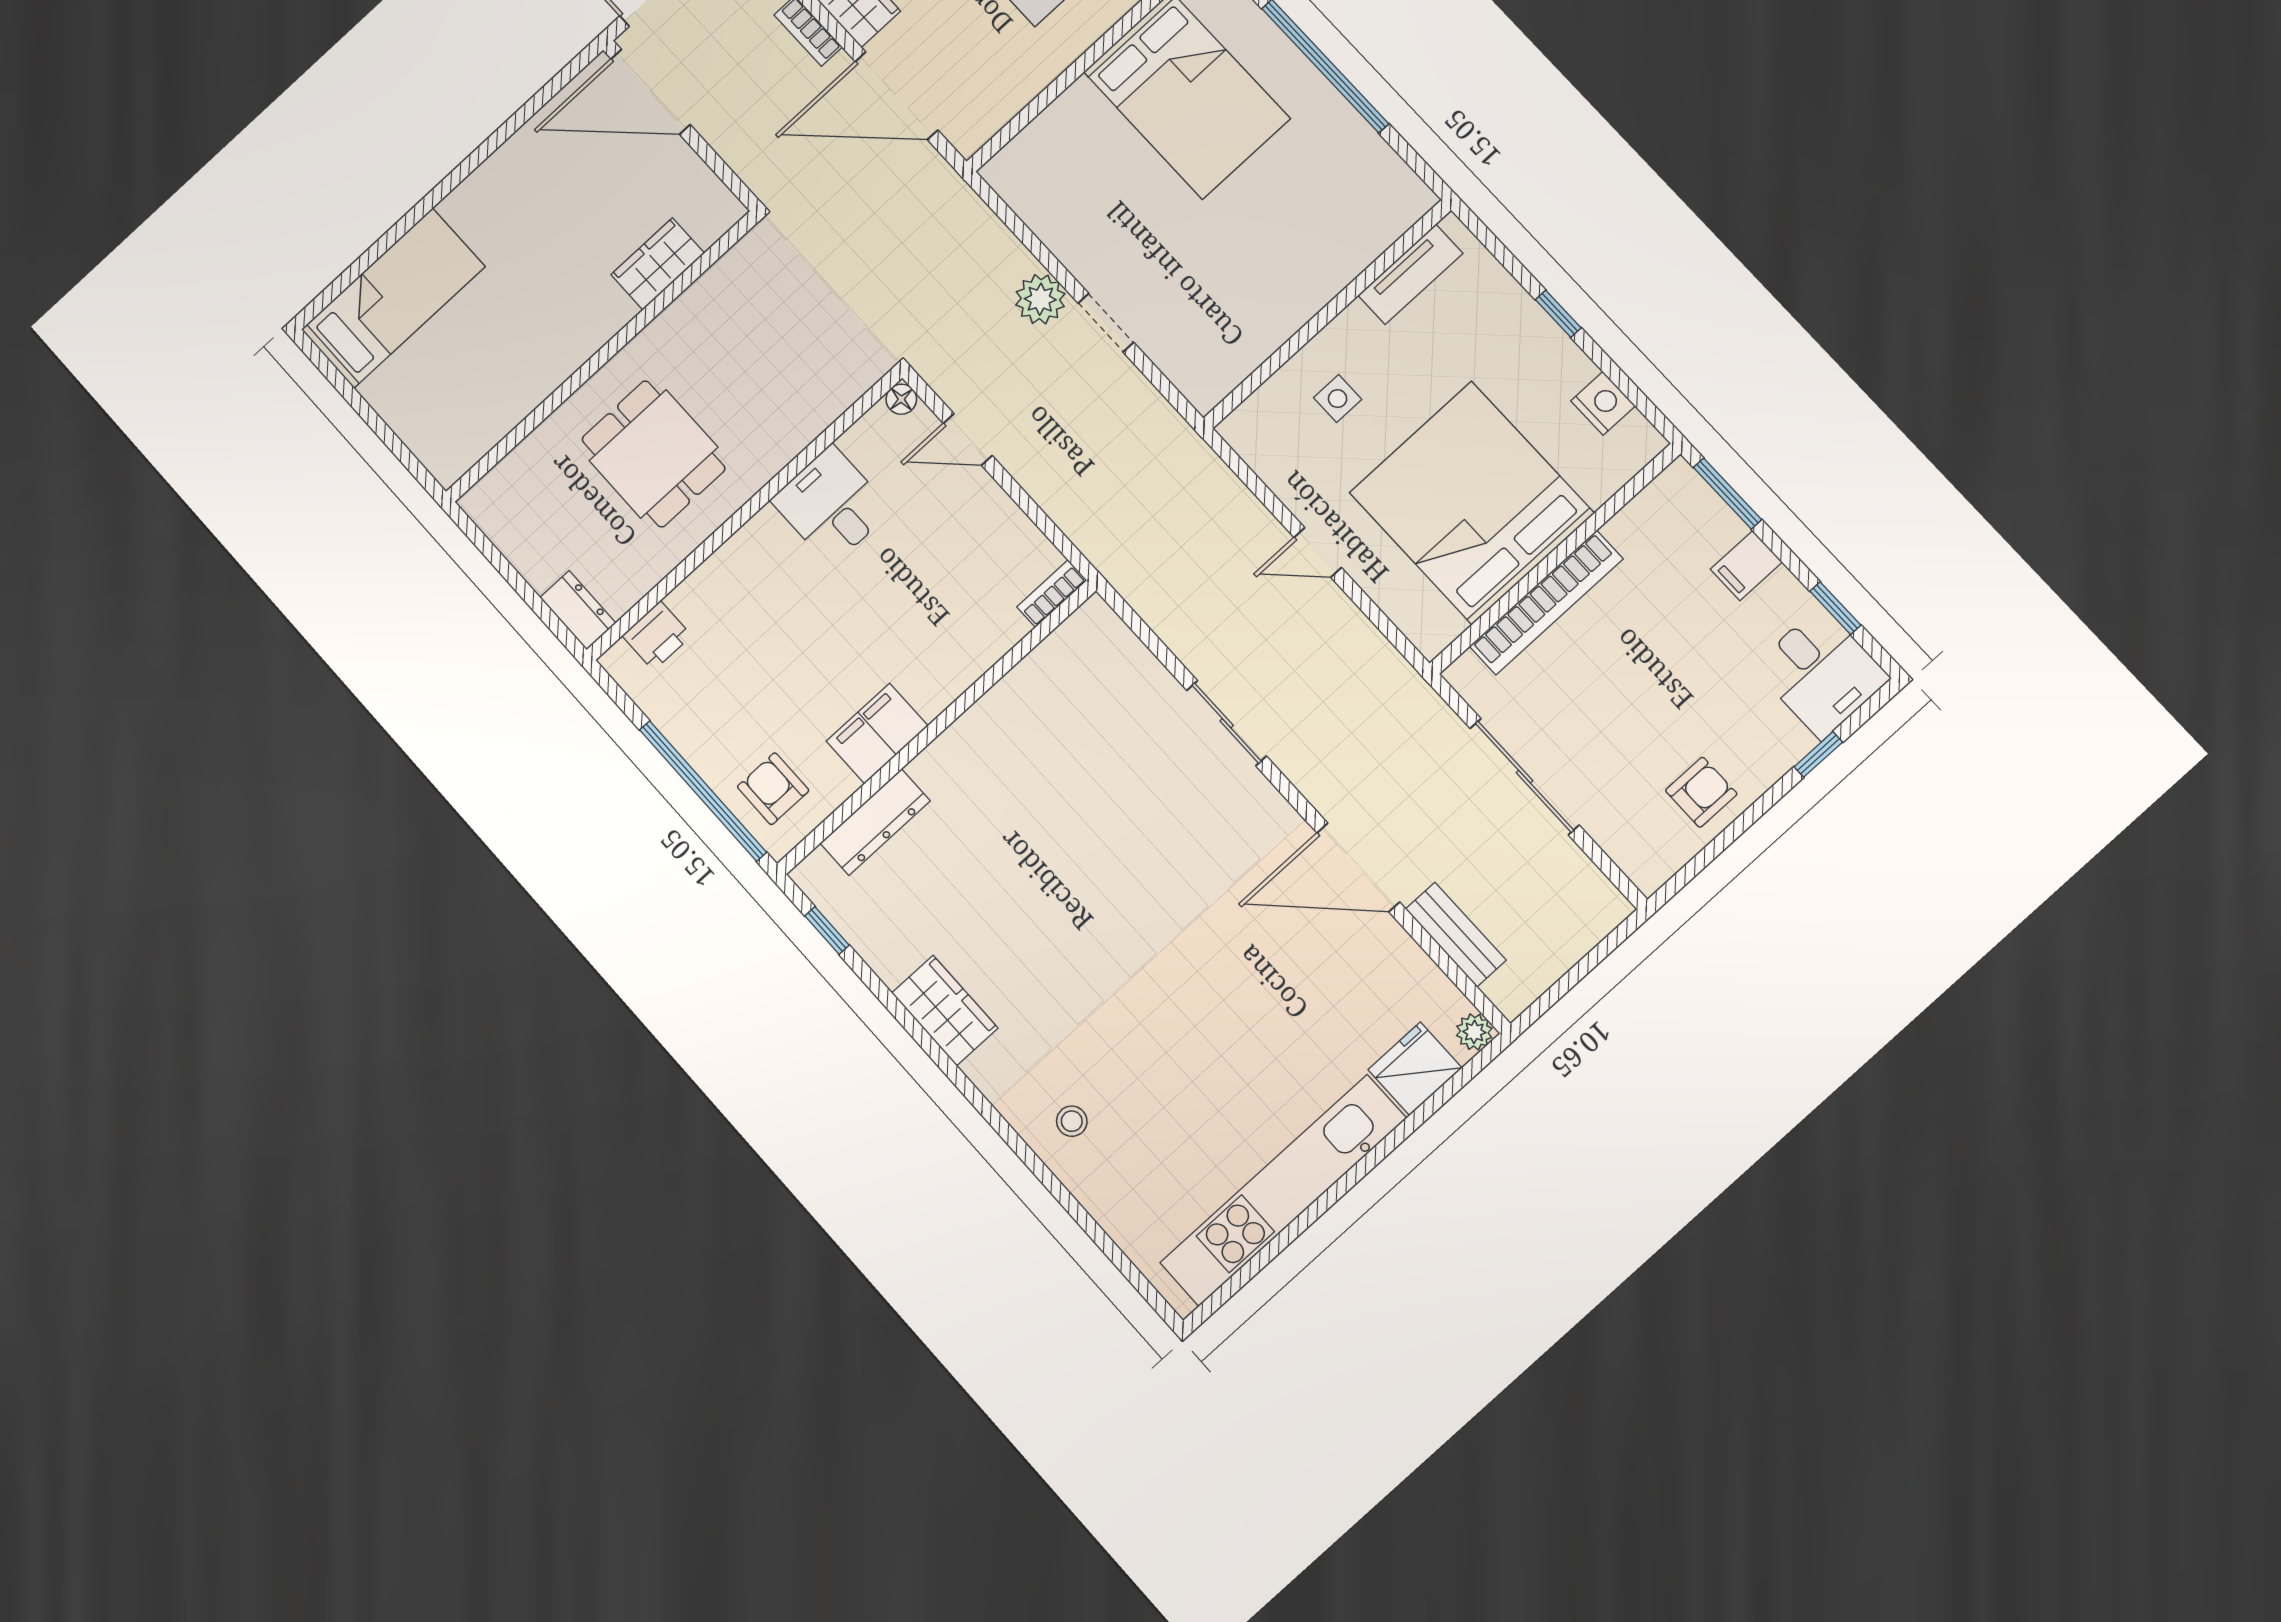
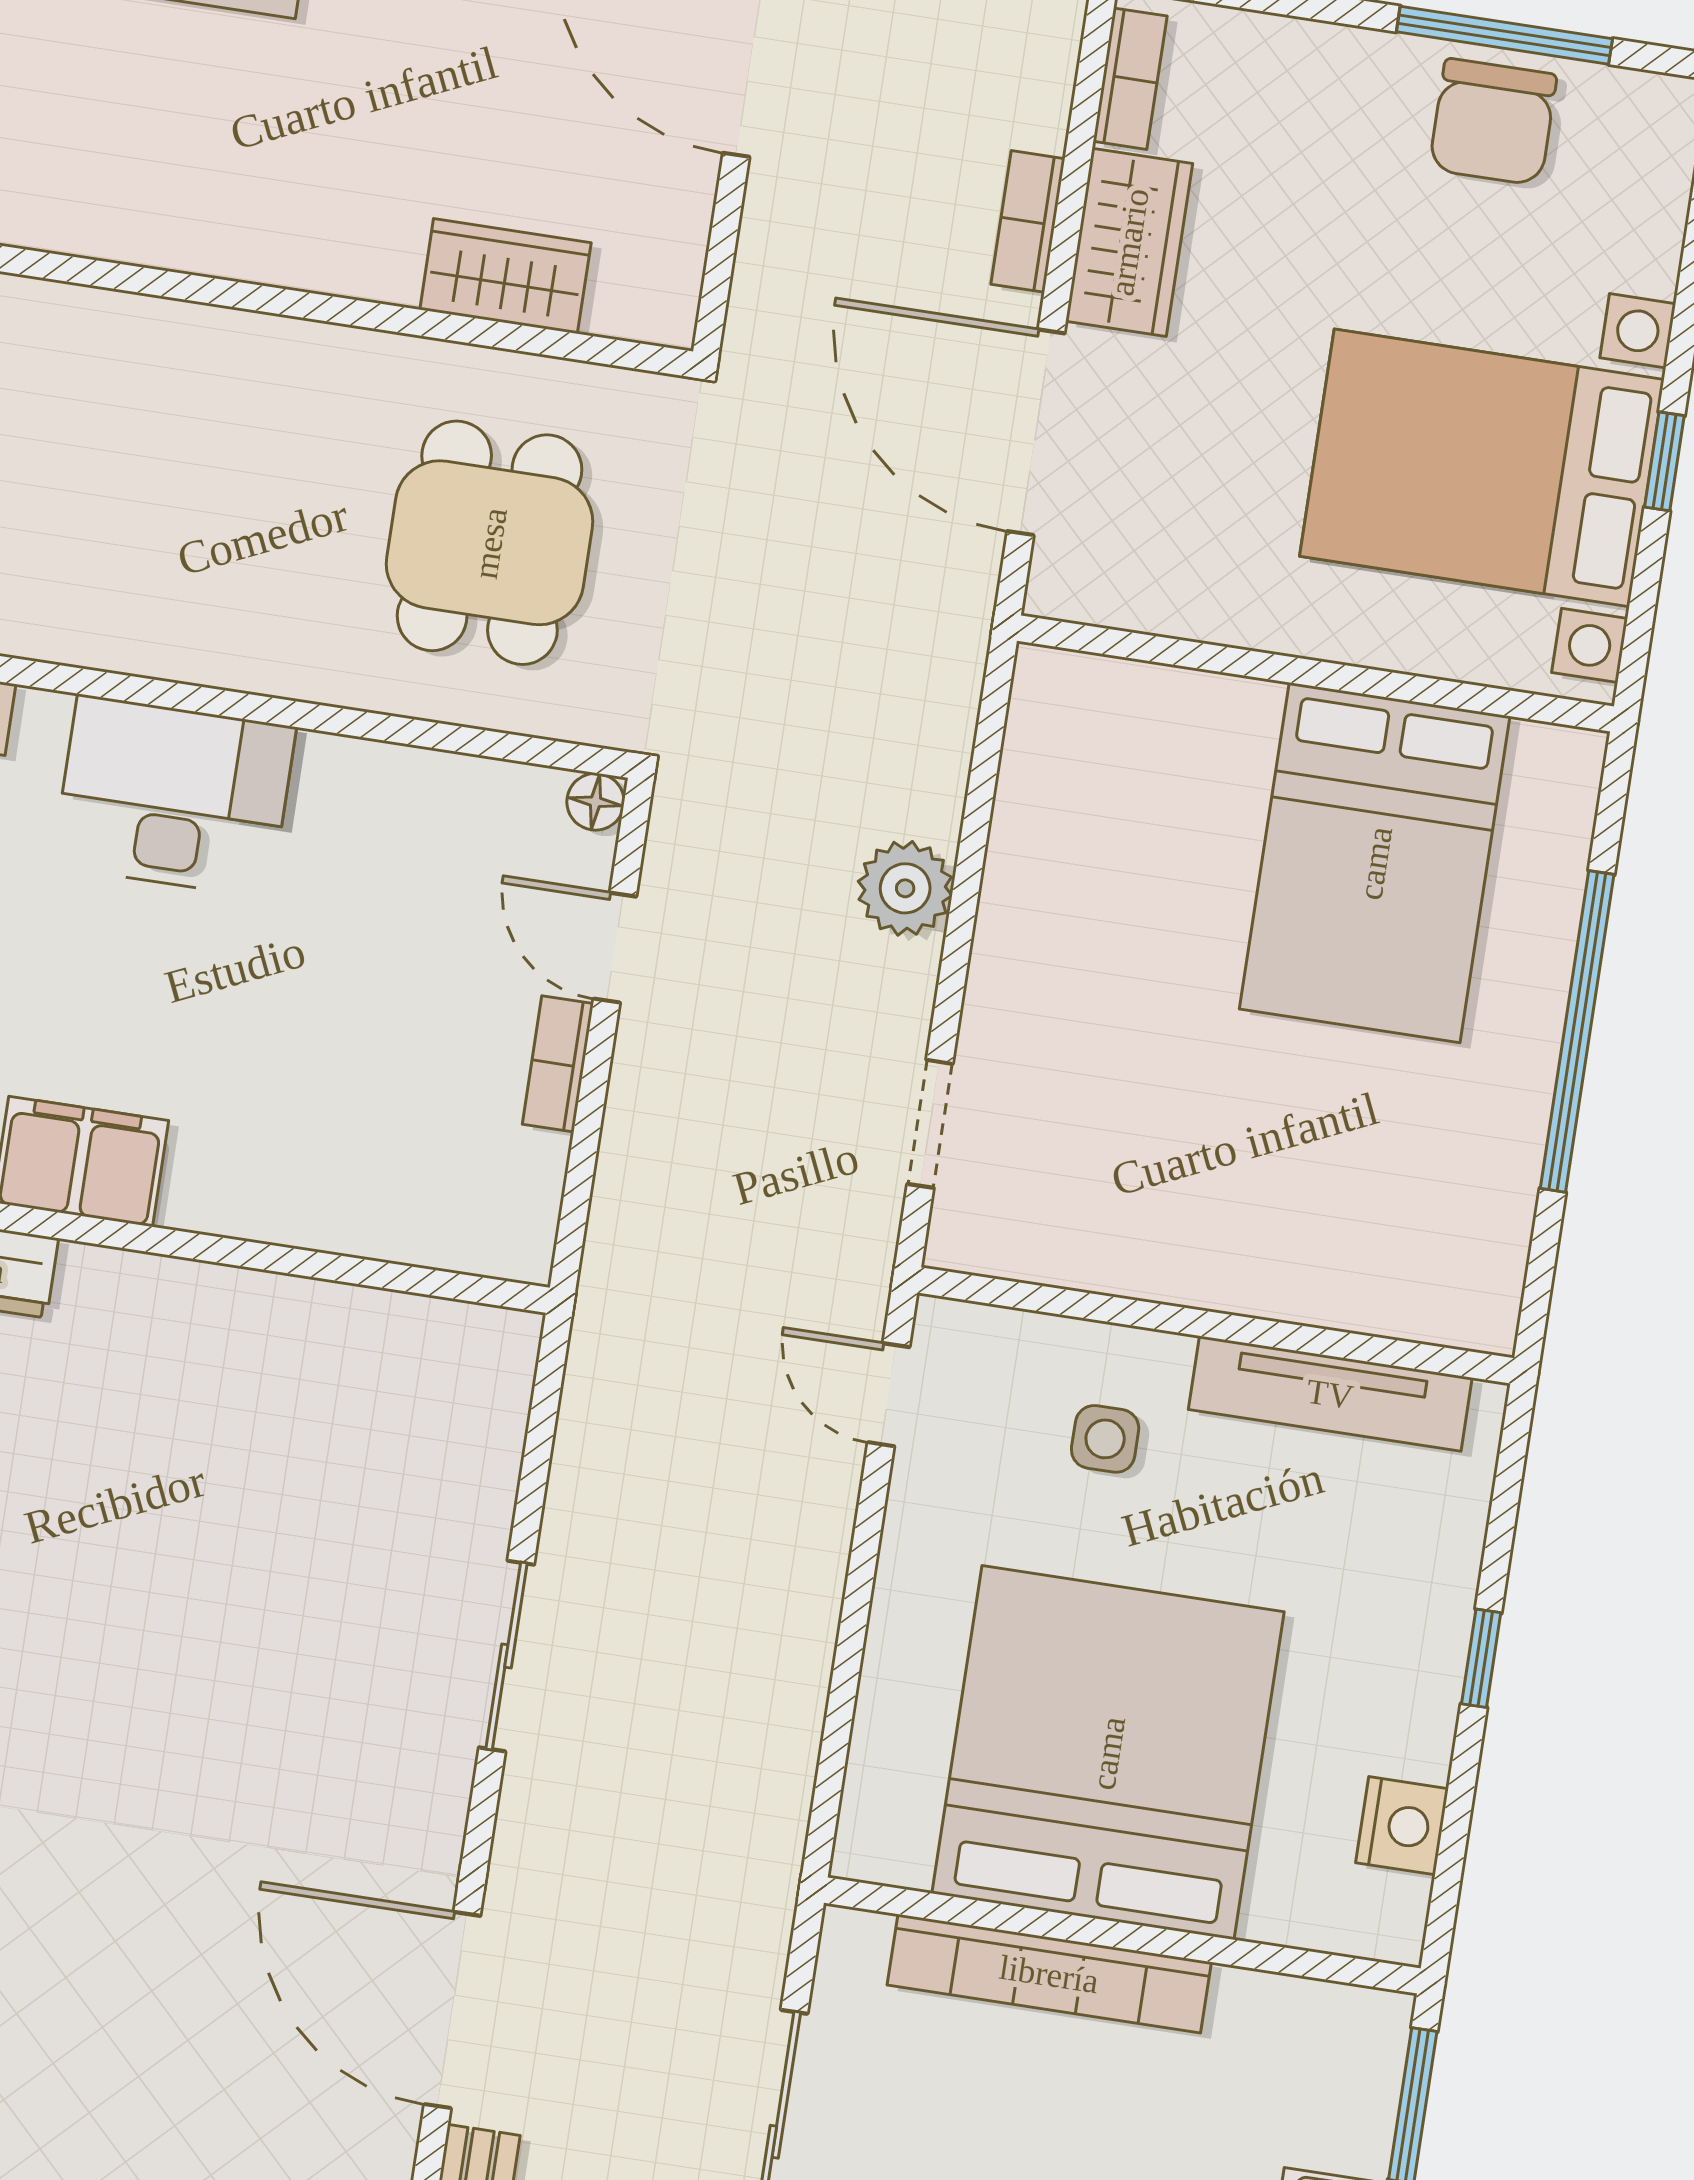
tv unit: (1410, 274) -> (1330, 1394), width x1.41
doorway: (1106, 323) -> (930, 1124), moved
dining table: (653, 454) -> (490, 543), moved
desk: (831, 505) -> (174, 796), moved, width x1.37
door: (1318, 553) -> (889, 1395), moved
bookcase: (1052, 594) -> (558, 1064), moved, turned -90

